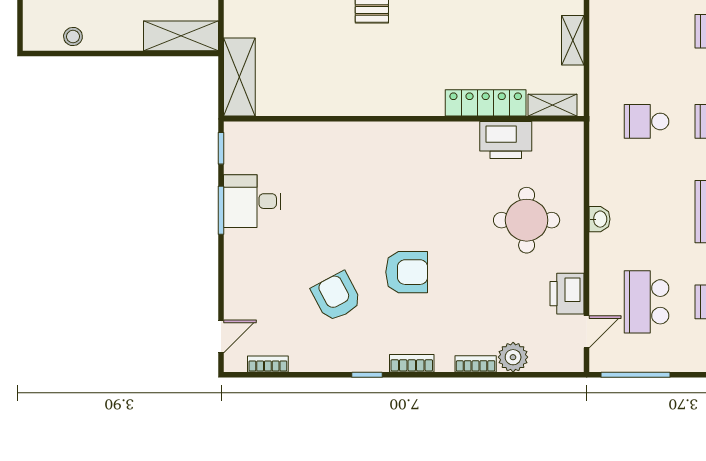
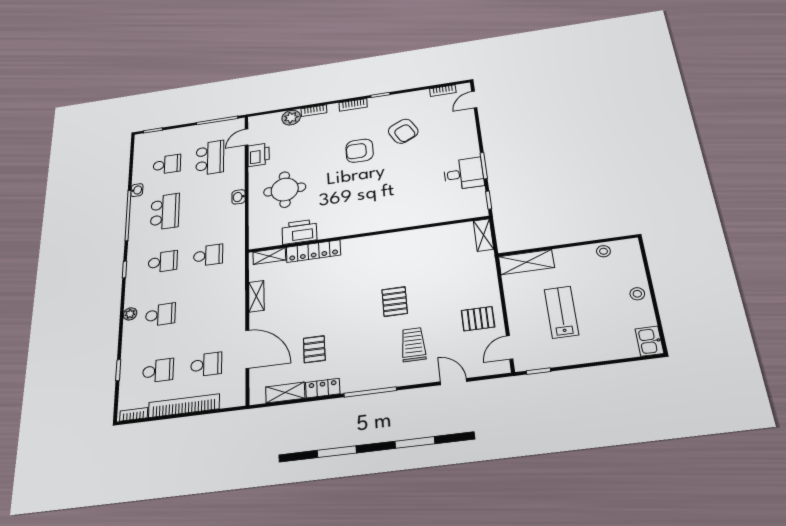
shelving: (239, 77) -> (483, 235), width x0.67, depth x0.75

